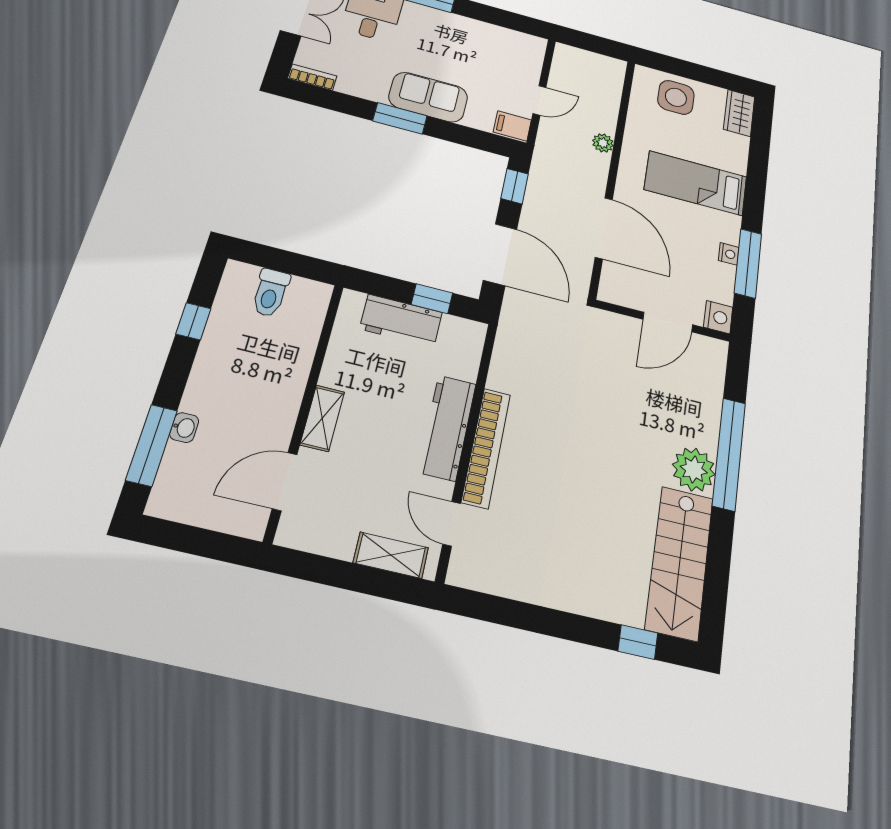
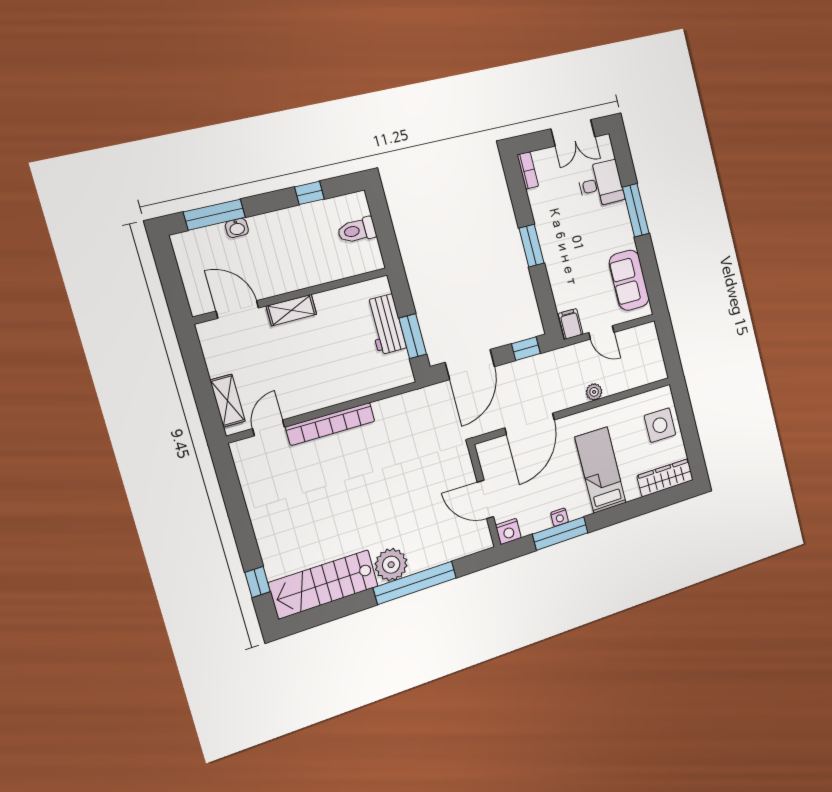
sofa: (428, 97) -> (629, 280), moved, turned 180
wardrobe: (739, 113) -> (665, 478), width x1.50
window: (432, 299) -> (413, 336), width x1.50
workbench: (447, 428) -> (330, 392), removed

